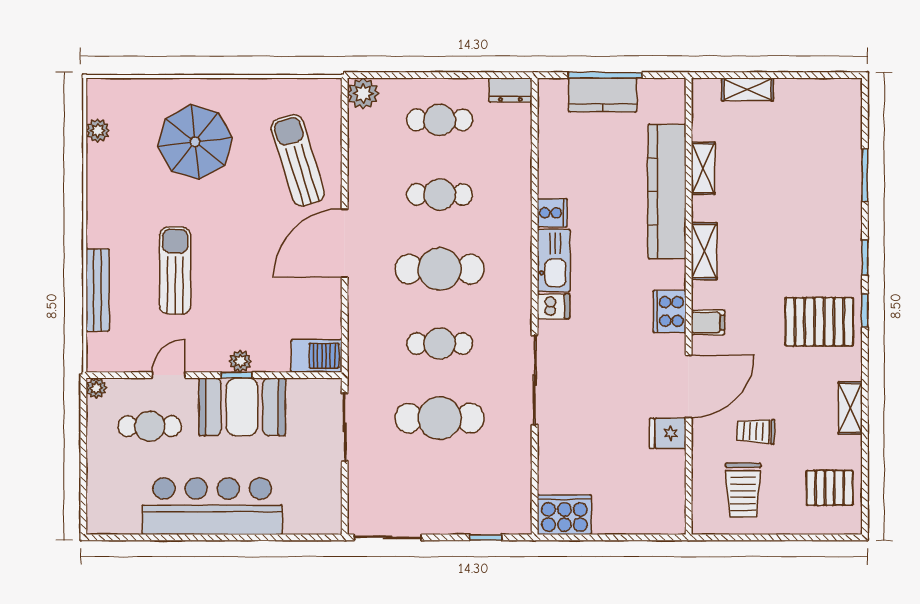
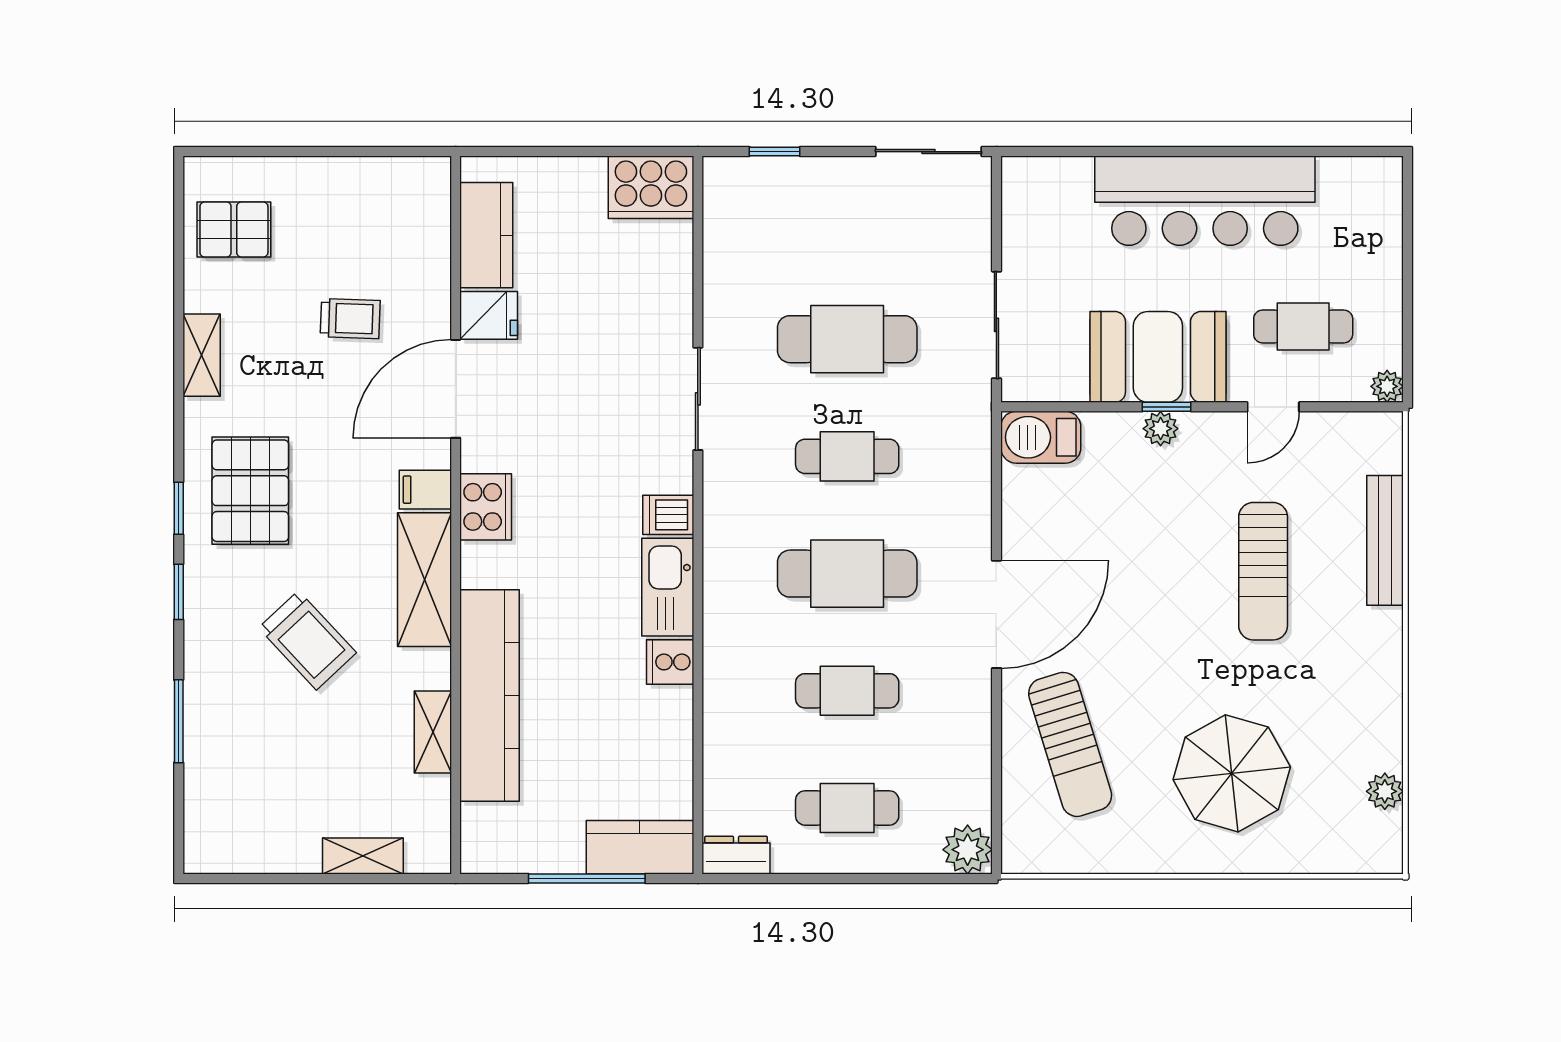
kitchen counter: (603, 95) -> (640, 847), moved
shelving: (704, 251) -> (424, 580), width x1.50, depth x1.33
pallet: (819, 322) -> (250, 491), turned 90
sliding door: (535, 380) -> (698, 399), width x0.73
kitchen counter: (669, 484) -> (486, 235), added
trolley: (743, 490) -> (307, 640), moved, turned 137

